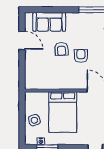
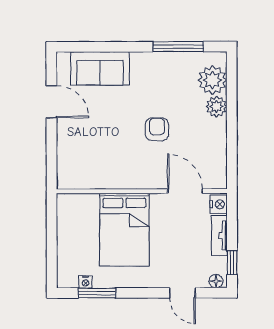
armchair: (62, 49) -> (122, 117), removed
side table: (34, 120) -> (74, 244), removed

